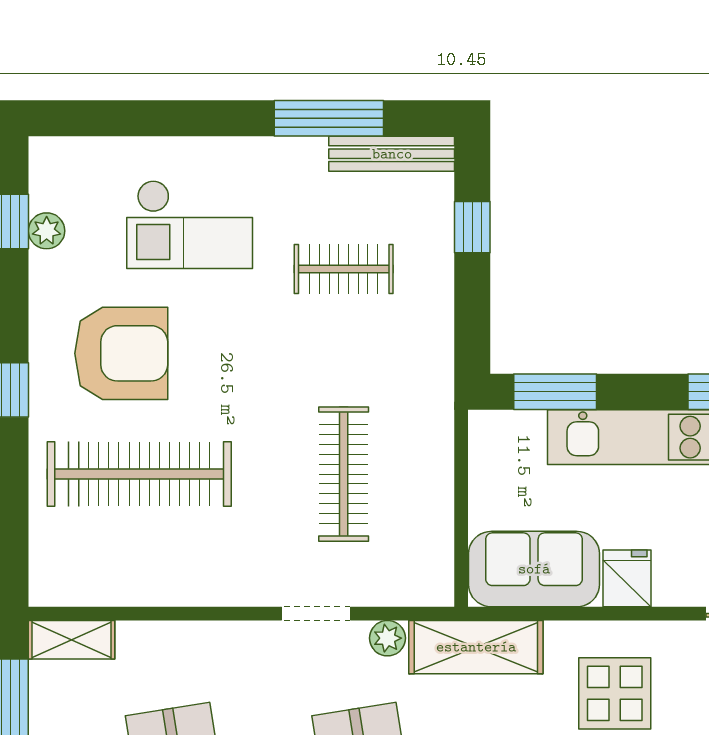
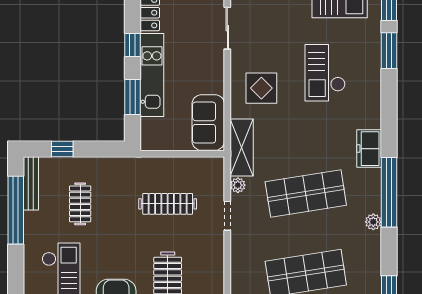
window: (329, 118) -> (16, 210), width x1.46
window: (555, 392) -> (132, 97), moved
fridge: (627, 578) -> (212, 83), removed

